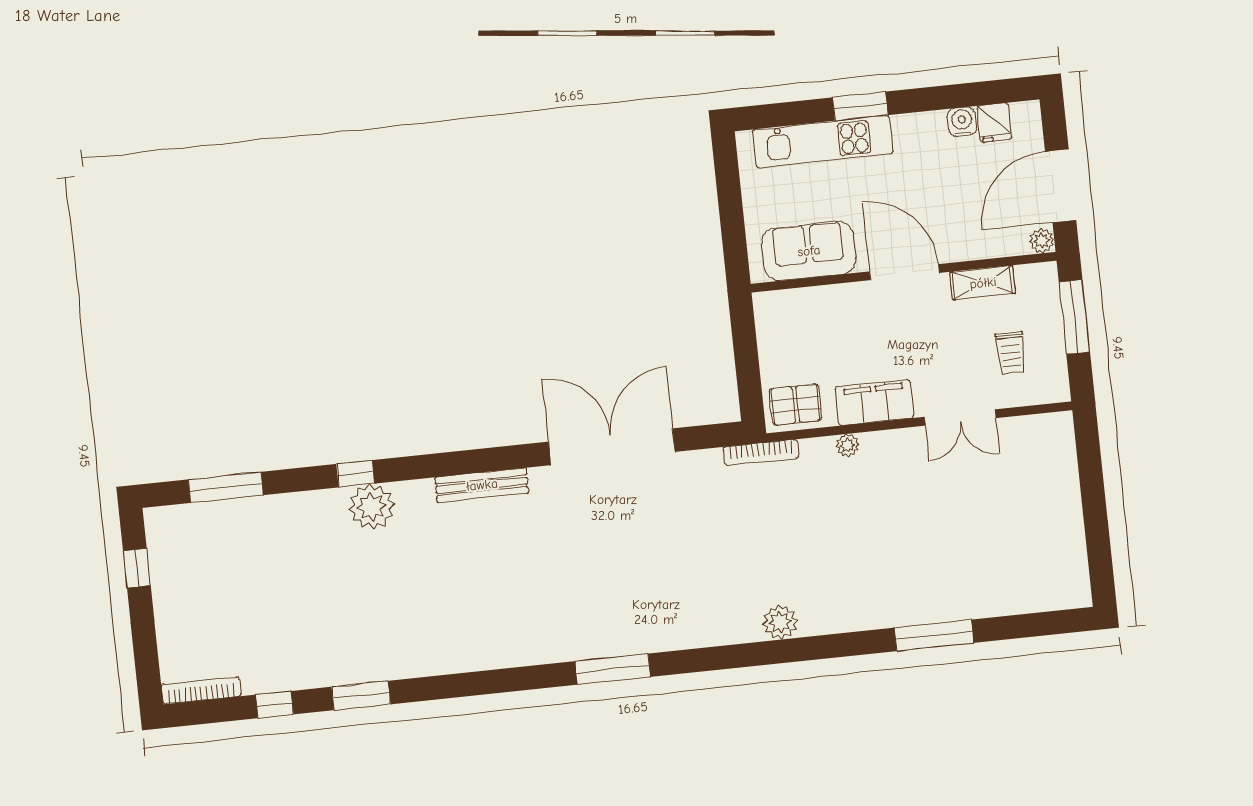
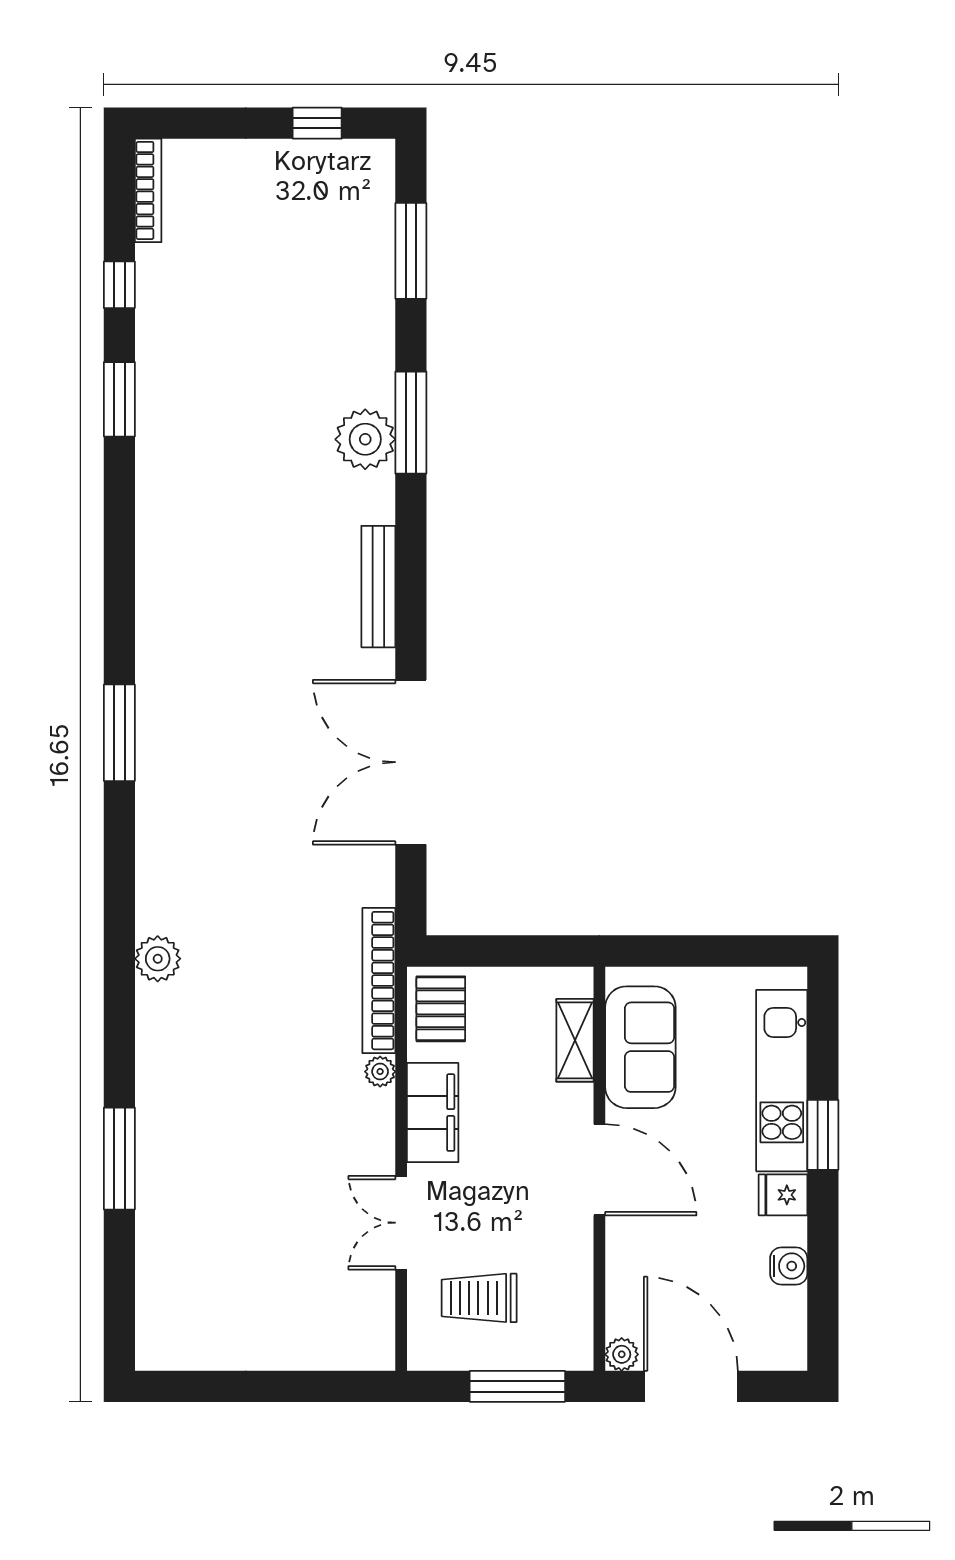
fridge: (994, 123) -> (783, 1195), moved
door: (904, 272) -> (599, 1170), hinge flipped
shelving: (983, 283) -> (575, 1040), moved
trolley: (1011, 353) -> (479, 1298), width x1.36, depth x1.39
double door: (612, 447) -> (411, 762), swing flipped
bookcase: (761, 452) -> (379, 981), width x1.48, depth x1.31
window: (355, 474) -> (411, 423), width x2.17

